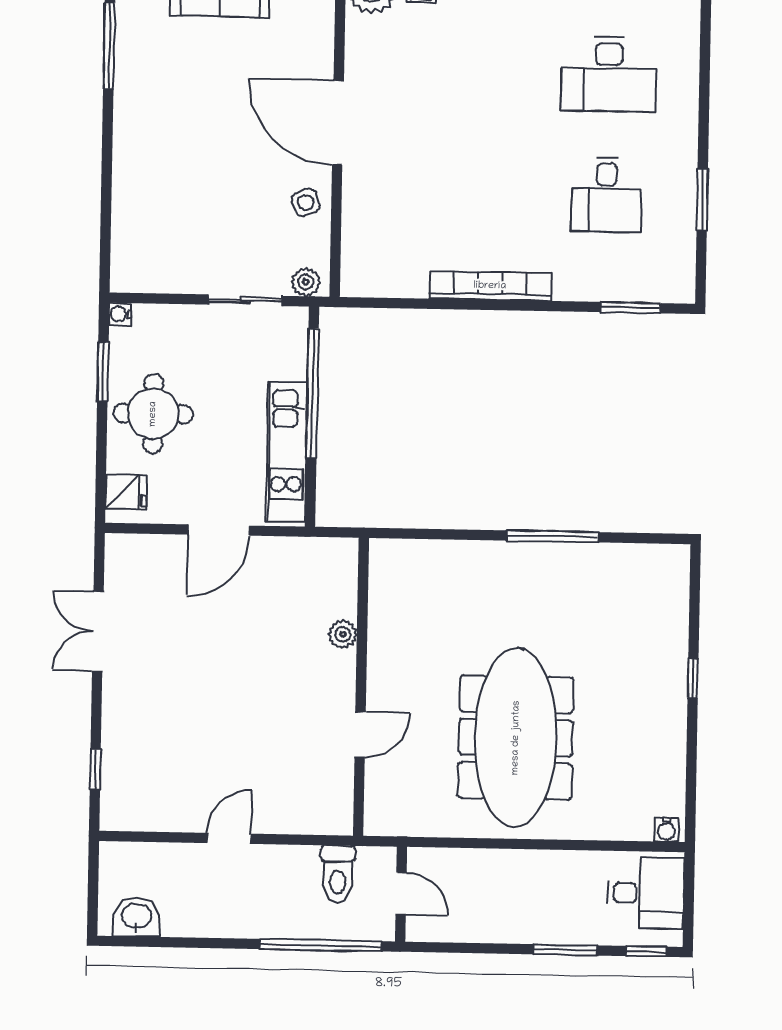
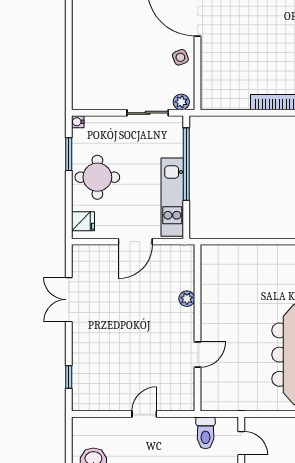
plant: (343, 634) -> (187, 299), moved
wall: (361, 687) -> (198, 328), moved
door: (360, 734) -> (198, 354), moved

